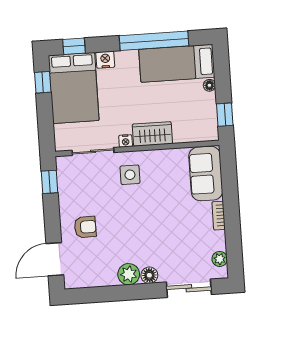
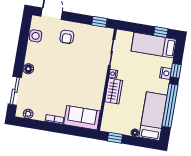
window: (74, 46) -> (176, 71), moved
bed: (74, 88) -> (154, 45), width x0.67
side table: (130, 175) -> (36, 36), moved
plant: (129, 274) -> (32, 56), removed

